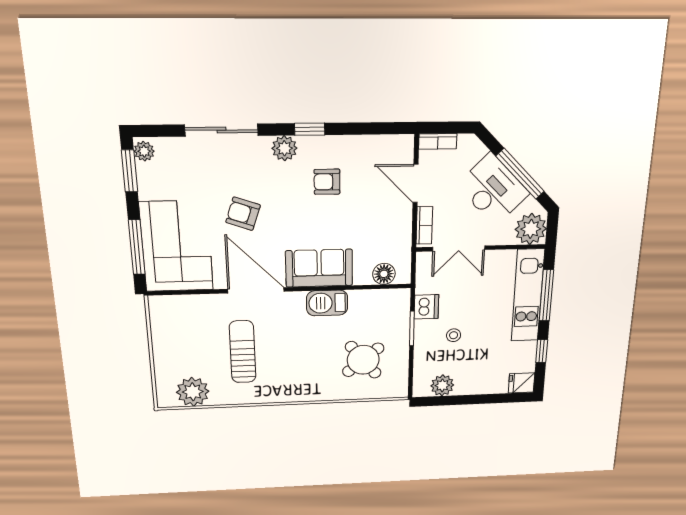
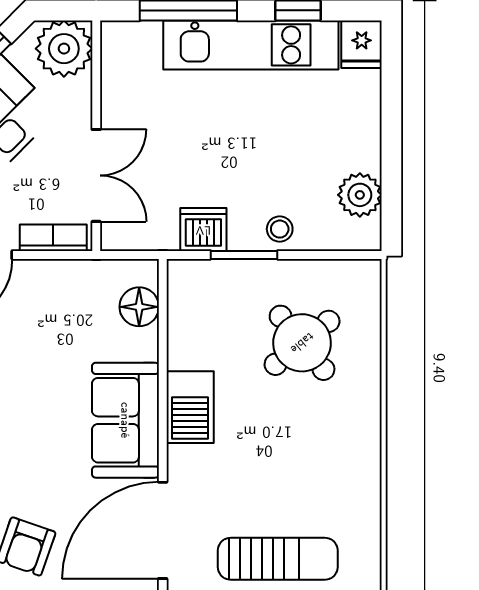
kitchen unit: (528, 295) -> (251, 45), moved
stool: (454, 335) -> (280, 229), moved
sun lounger: (243, 352) -> (278, 559), turned 180

